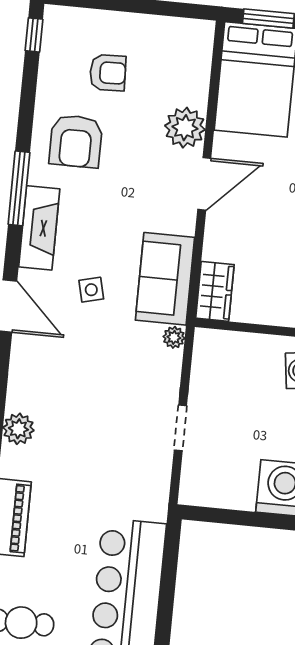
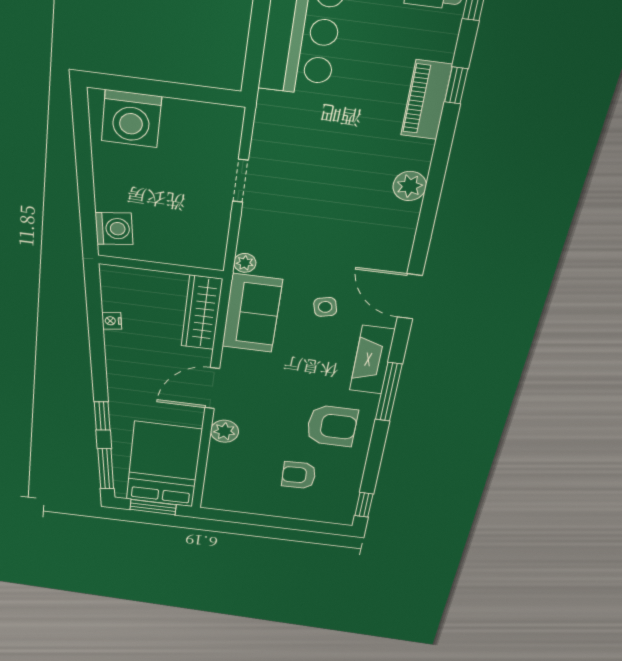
plant: (185, 128) -> (224, 431), width x0.73, depth x0.73
armchair: (76, 141) -> (332, 426), turned 90
wardrobe: (215, 291) -> (202, 313), width x1.50

